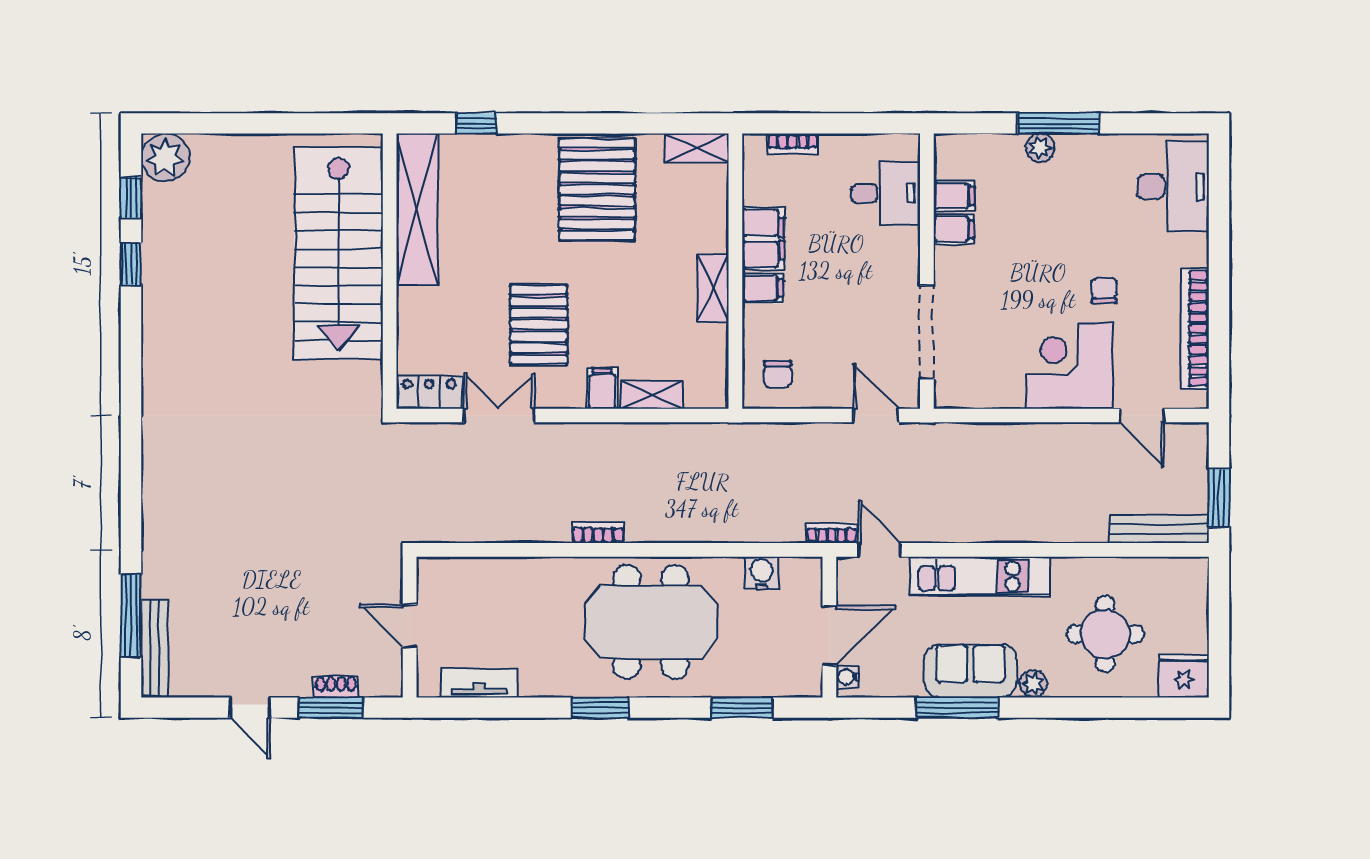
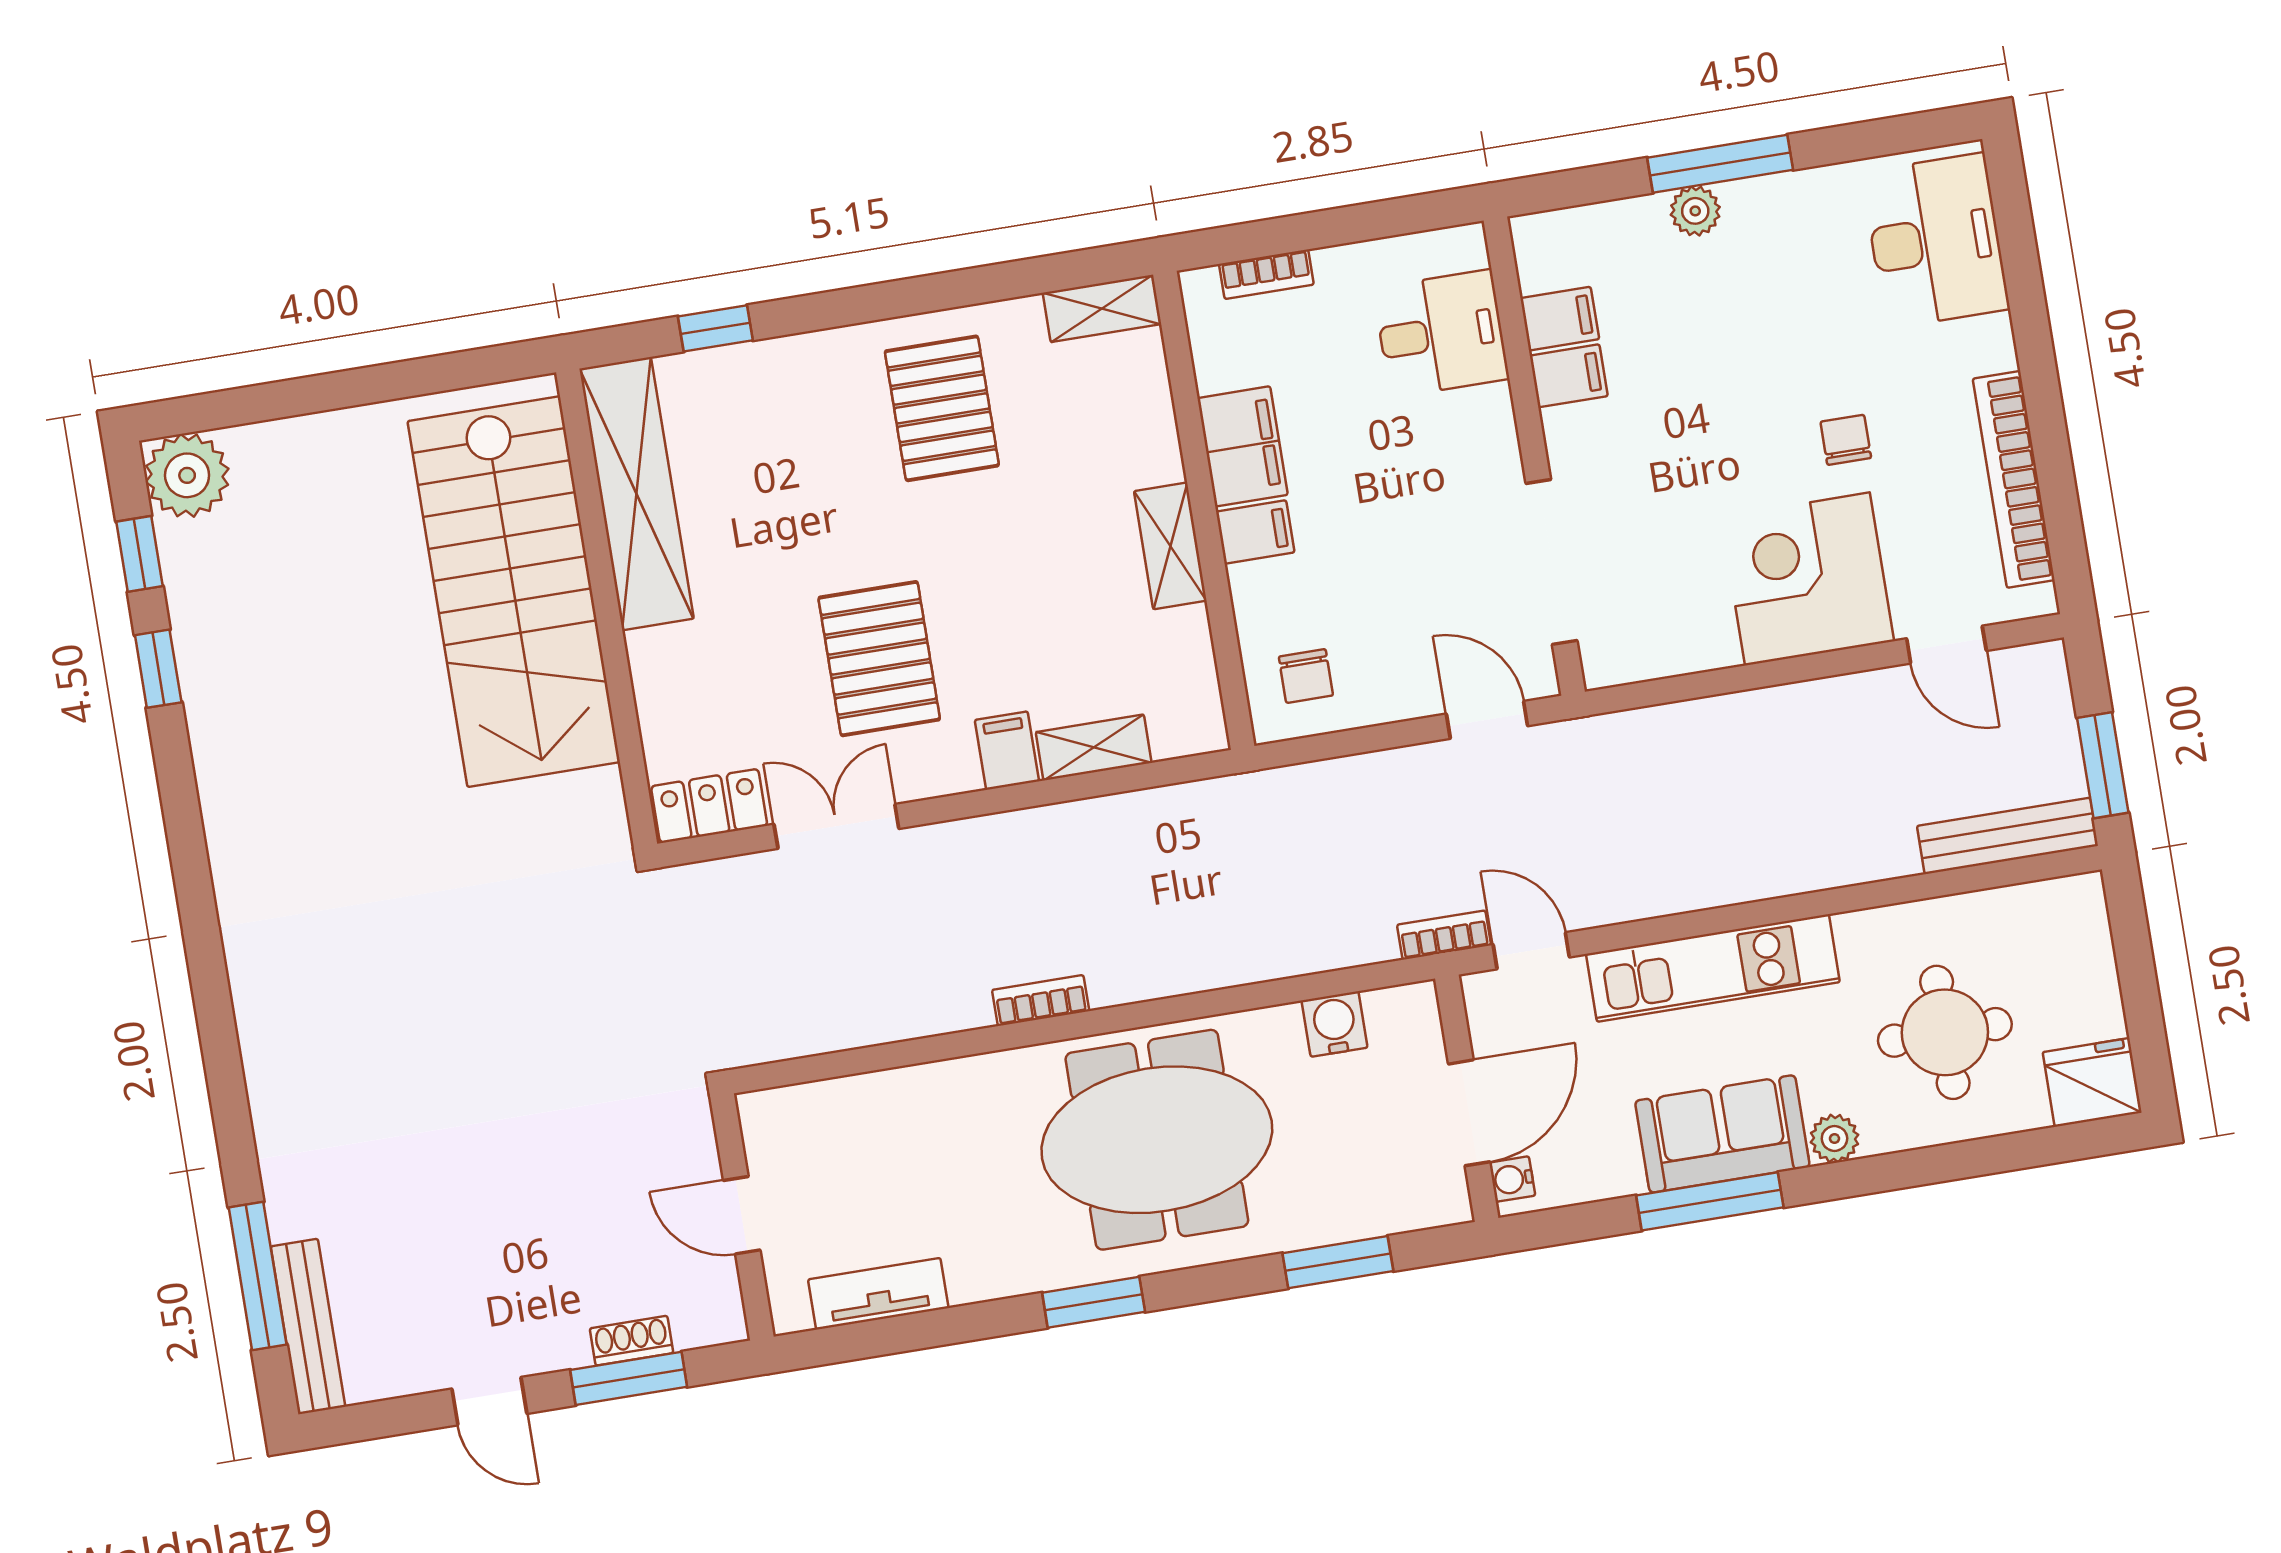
pallet: (597, 189) -> (942, 408), width x0.73, depth x0.71

